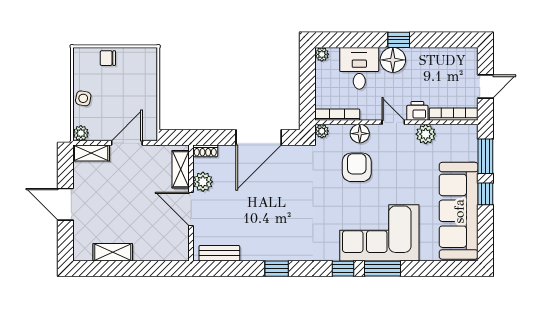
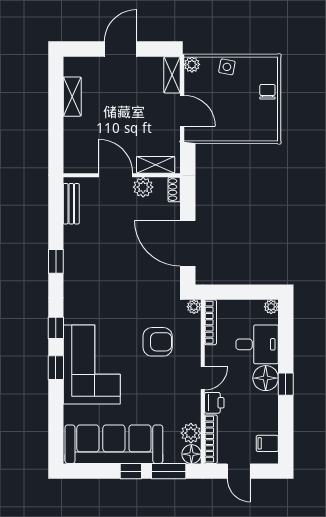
filing cabinet: (458, 58) -> (267, 443), added
floor lamp: (360, 134) -> (191, 454), moved
plant: (426, 134) -> (191, 433), moved
door: (191, 209) -> (116, 175), hinge flipped
window: (382, 269) -> (56, 368), width x0.67

